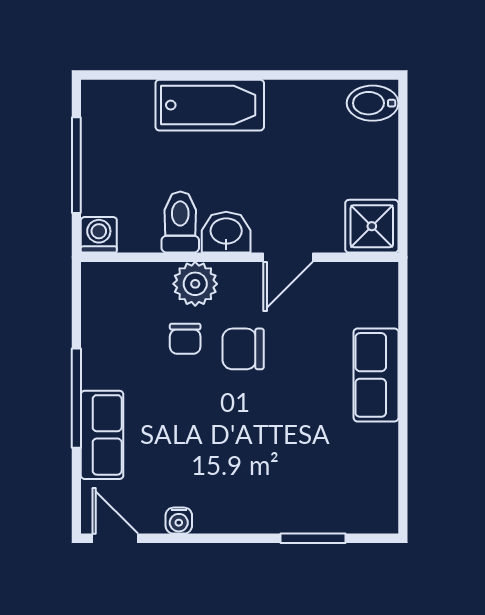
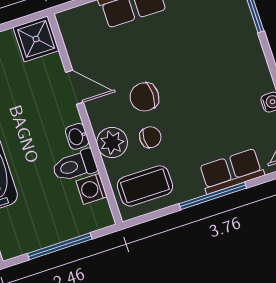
washbasin: (226, 232) -> (77, 136), width x0.72, depth x0.69
washing machine: (99, 235) -> (92, 189), moved
coffee table: (121, 309) -> (145, 186), added
chair: (243, 349) -> (144, 97), turned 90

